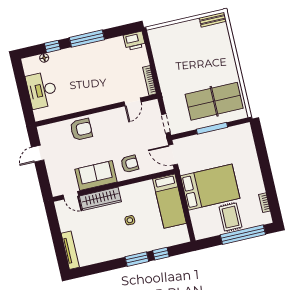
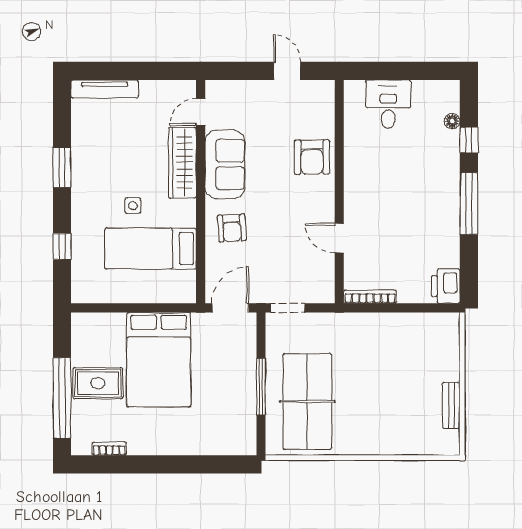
bench: (213, 20) -> (451, 406), moved
desk: (42, 90) -> (388, 104), width x0.73
door: (133, 102) -> (339, 238), moved
bed: (169, 201) -> (150, 249), moved
window: (137, 259) -> (62, 167), moved

